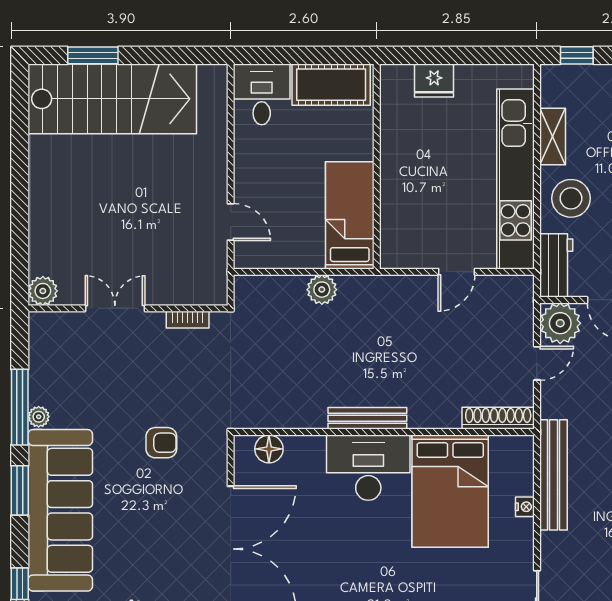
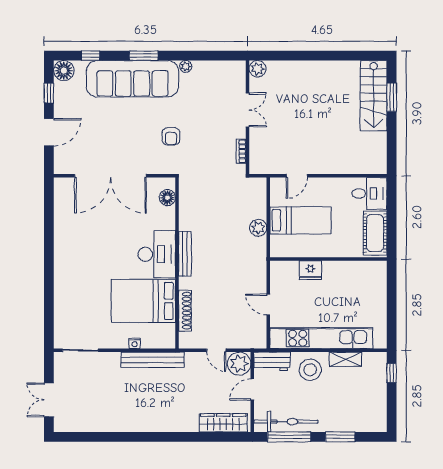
fridge: (434, 81) -> (310, 270), moved, turned -90
stairs: (112, 99) -> (374, 96), width x0.73, depth x0.66
bed: (350, 215) -> (301, 220), moved
window: (20, 407) -> (191, 56), removed
shoe rack: (498, 418) -> (185, 311), moved

